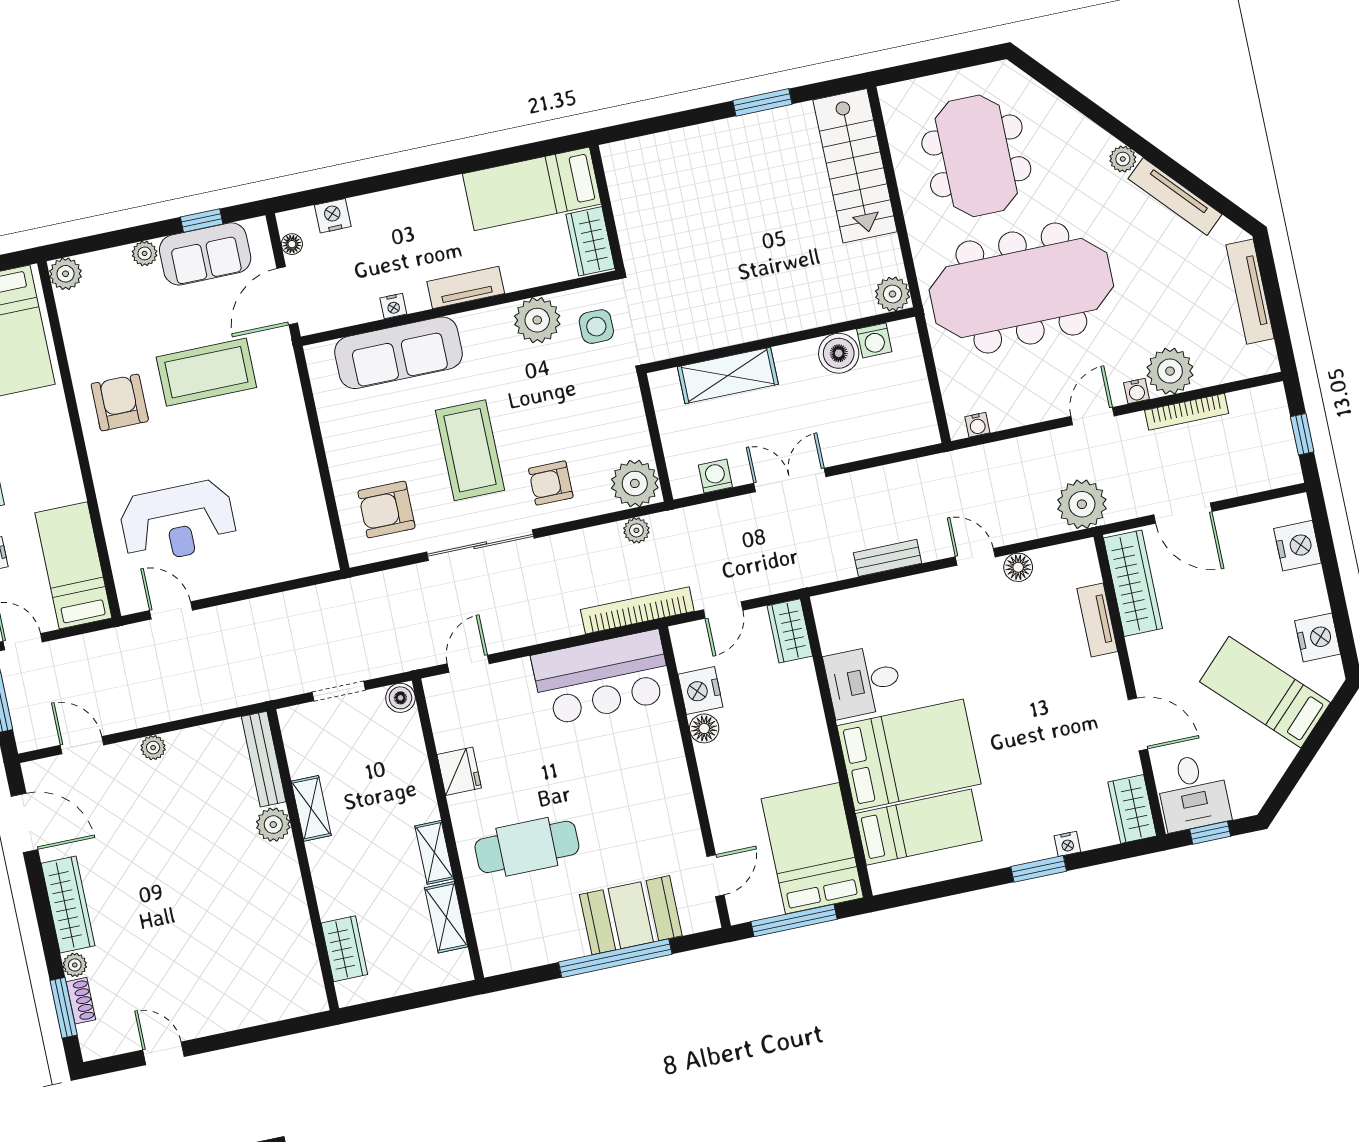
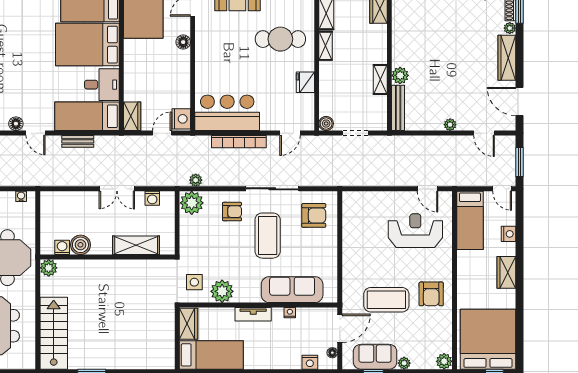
bookcase: (637, 610) -> (239, 142), moved
bed: (880, 612) -> (87, 116), added
nightstand: (700, 691) -> (181, 119), moved
floor lamp: (704, 728) -> (183, 42), moved

